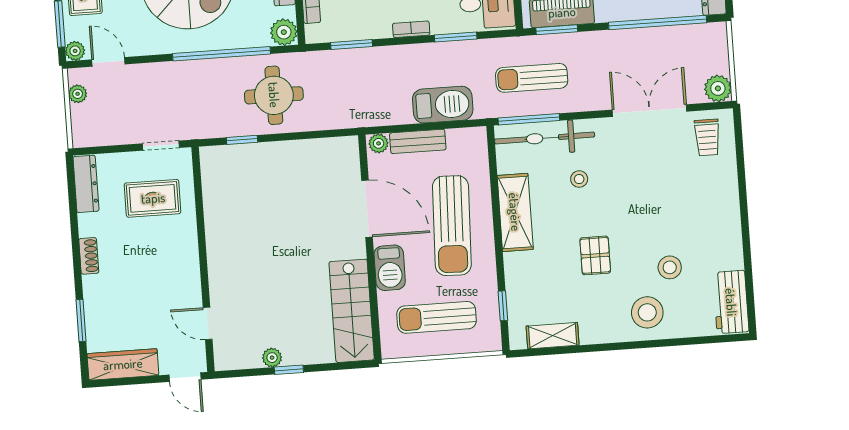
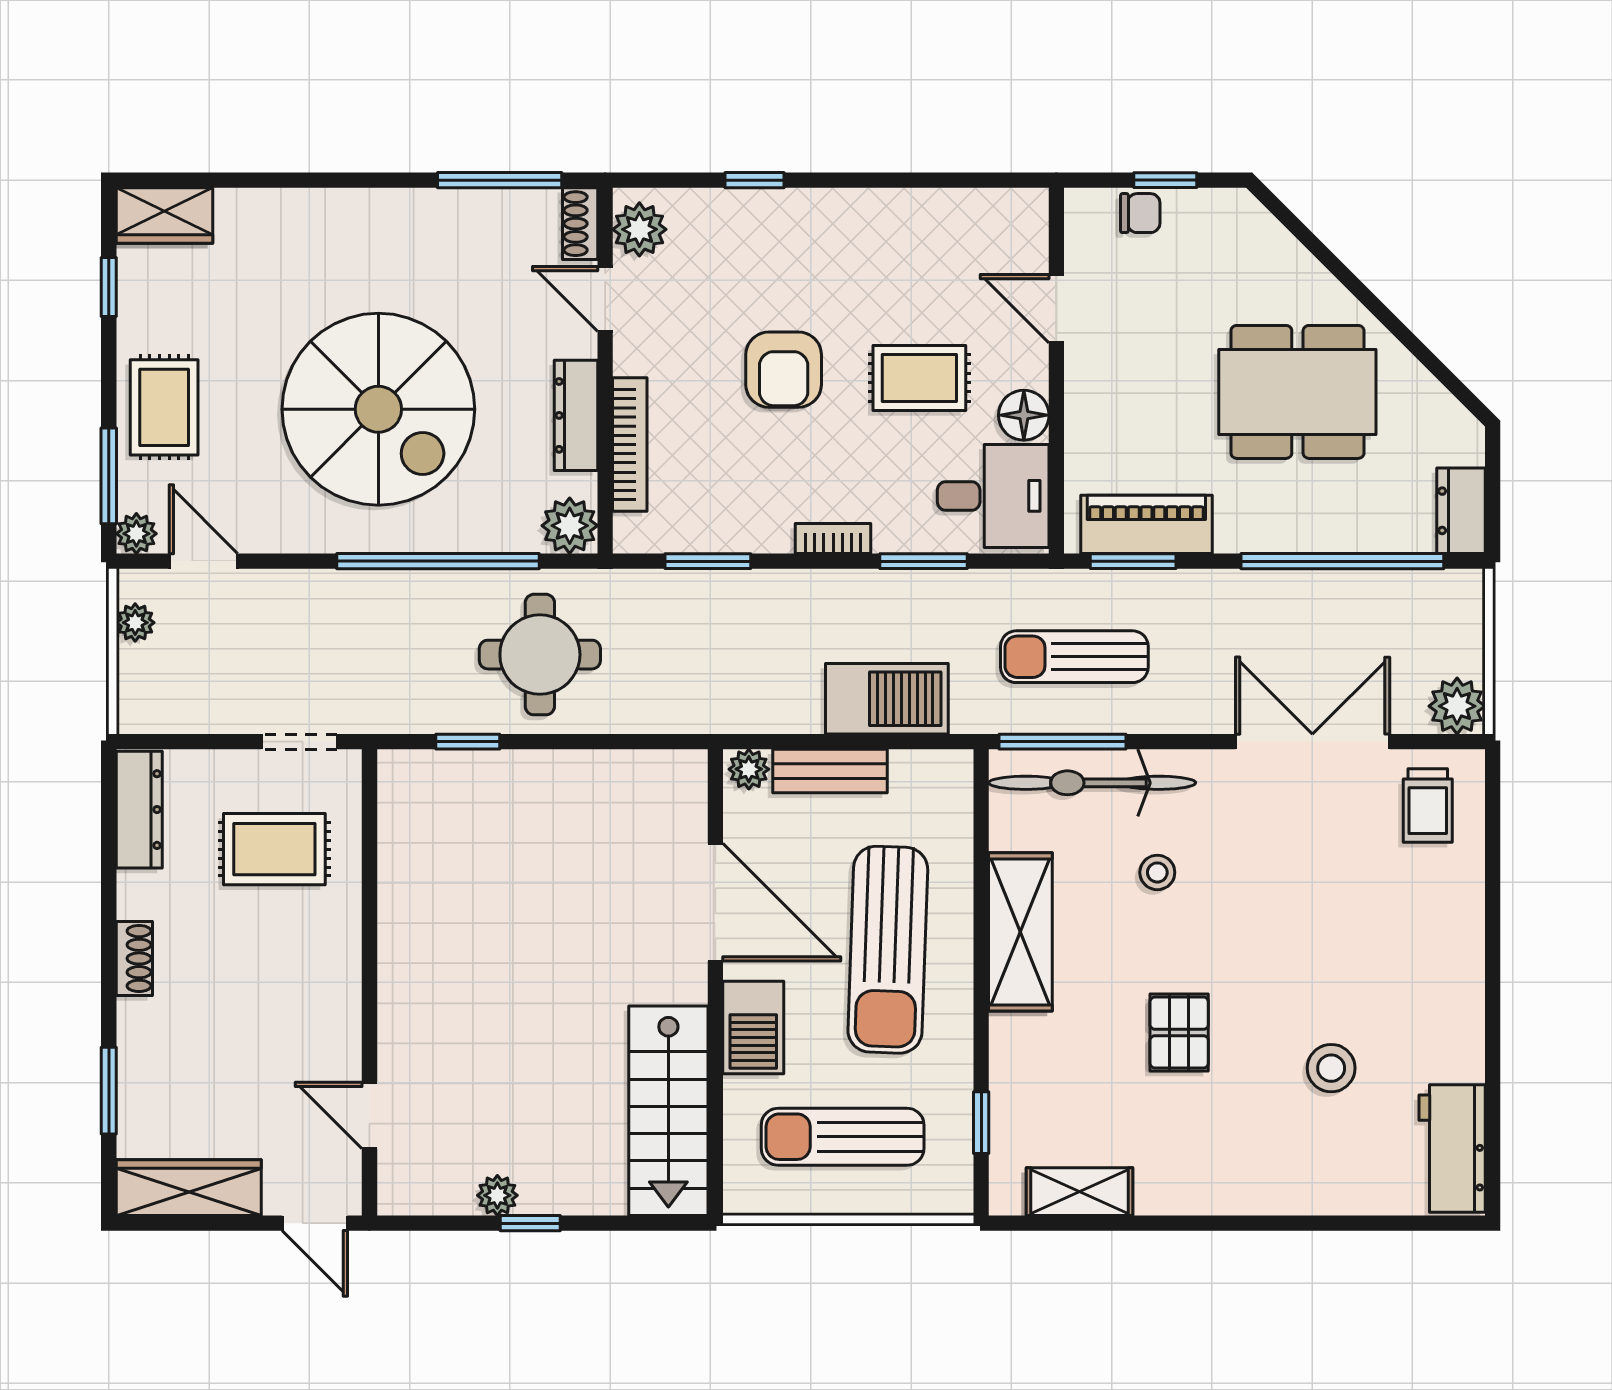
stool: (647, 312) -> (1278, 1158), removed

